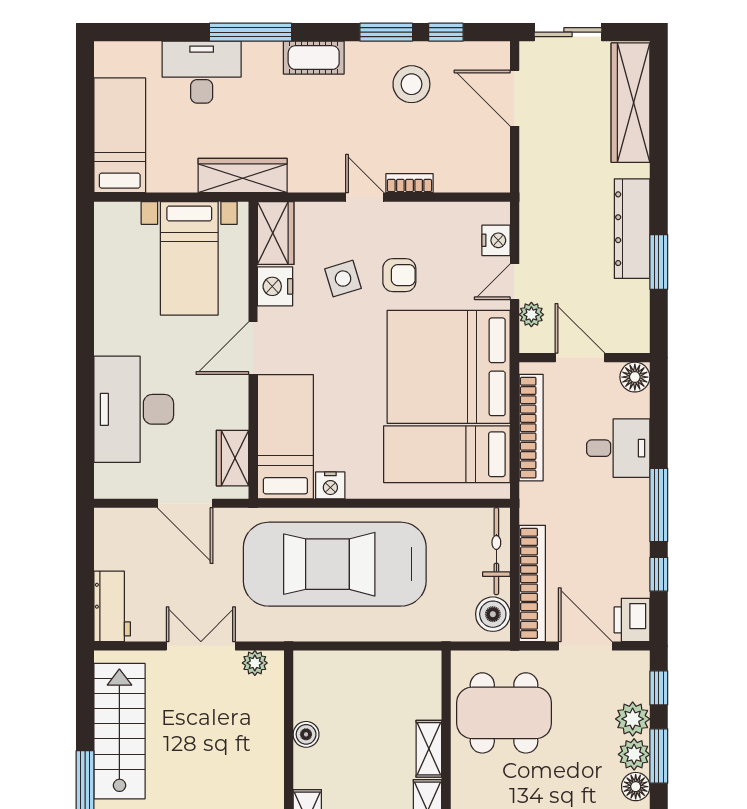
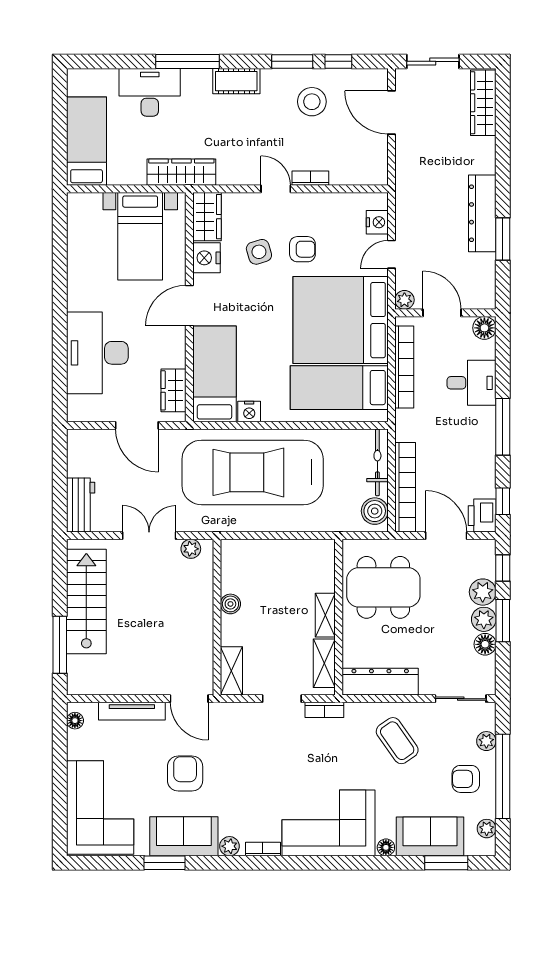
wardrobe: (630, 103) -> (483, 103), width x0.71, depth x0.85
plant: (531, 315) -> (404, 300), moved
window: (659, 574) -> (503, 501), moved

